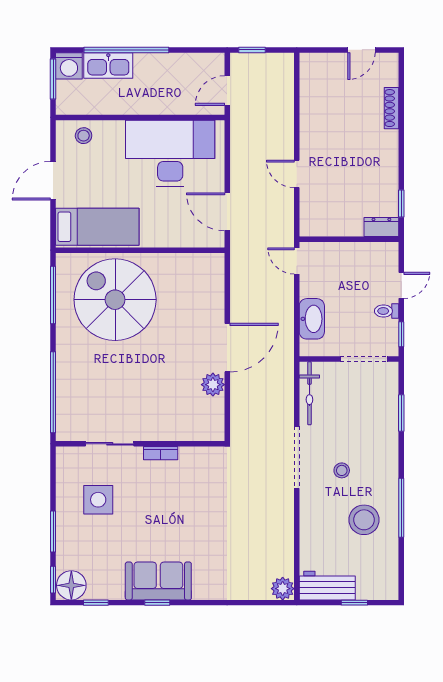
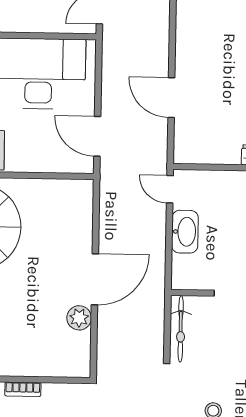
door: (297, 174) -> (171, 98), width x1.38
washbasin: (312, 319) -> (185, 232), moved

